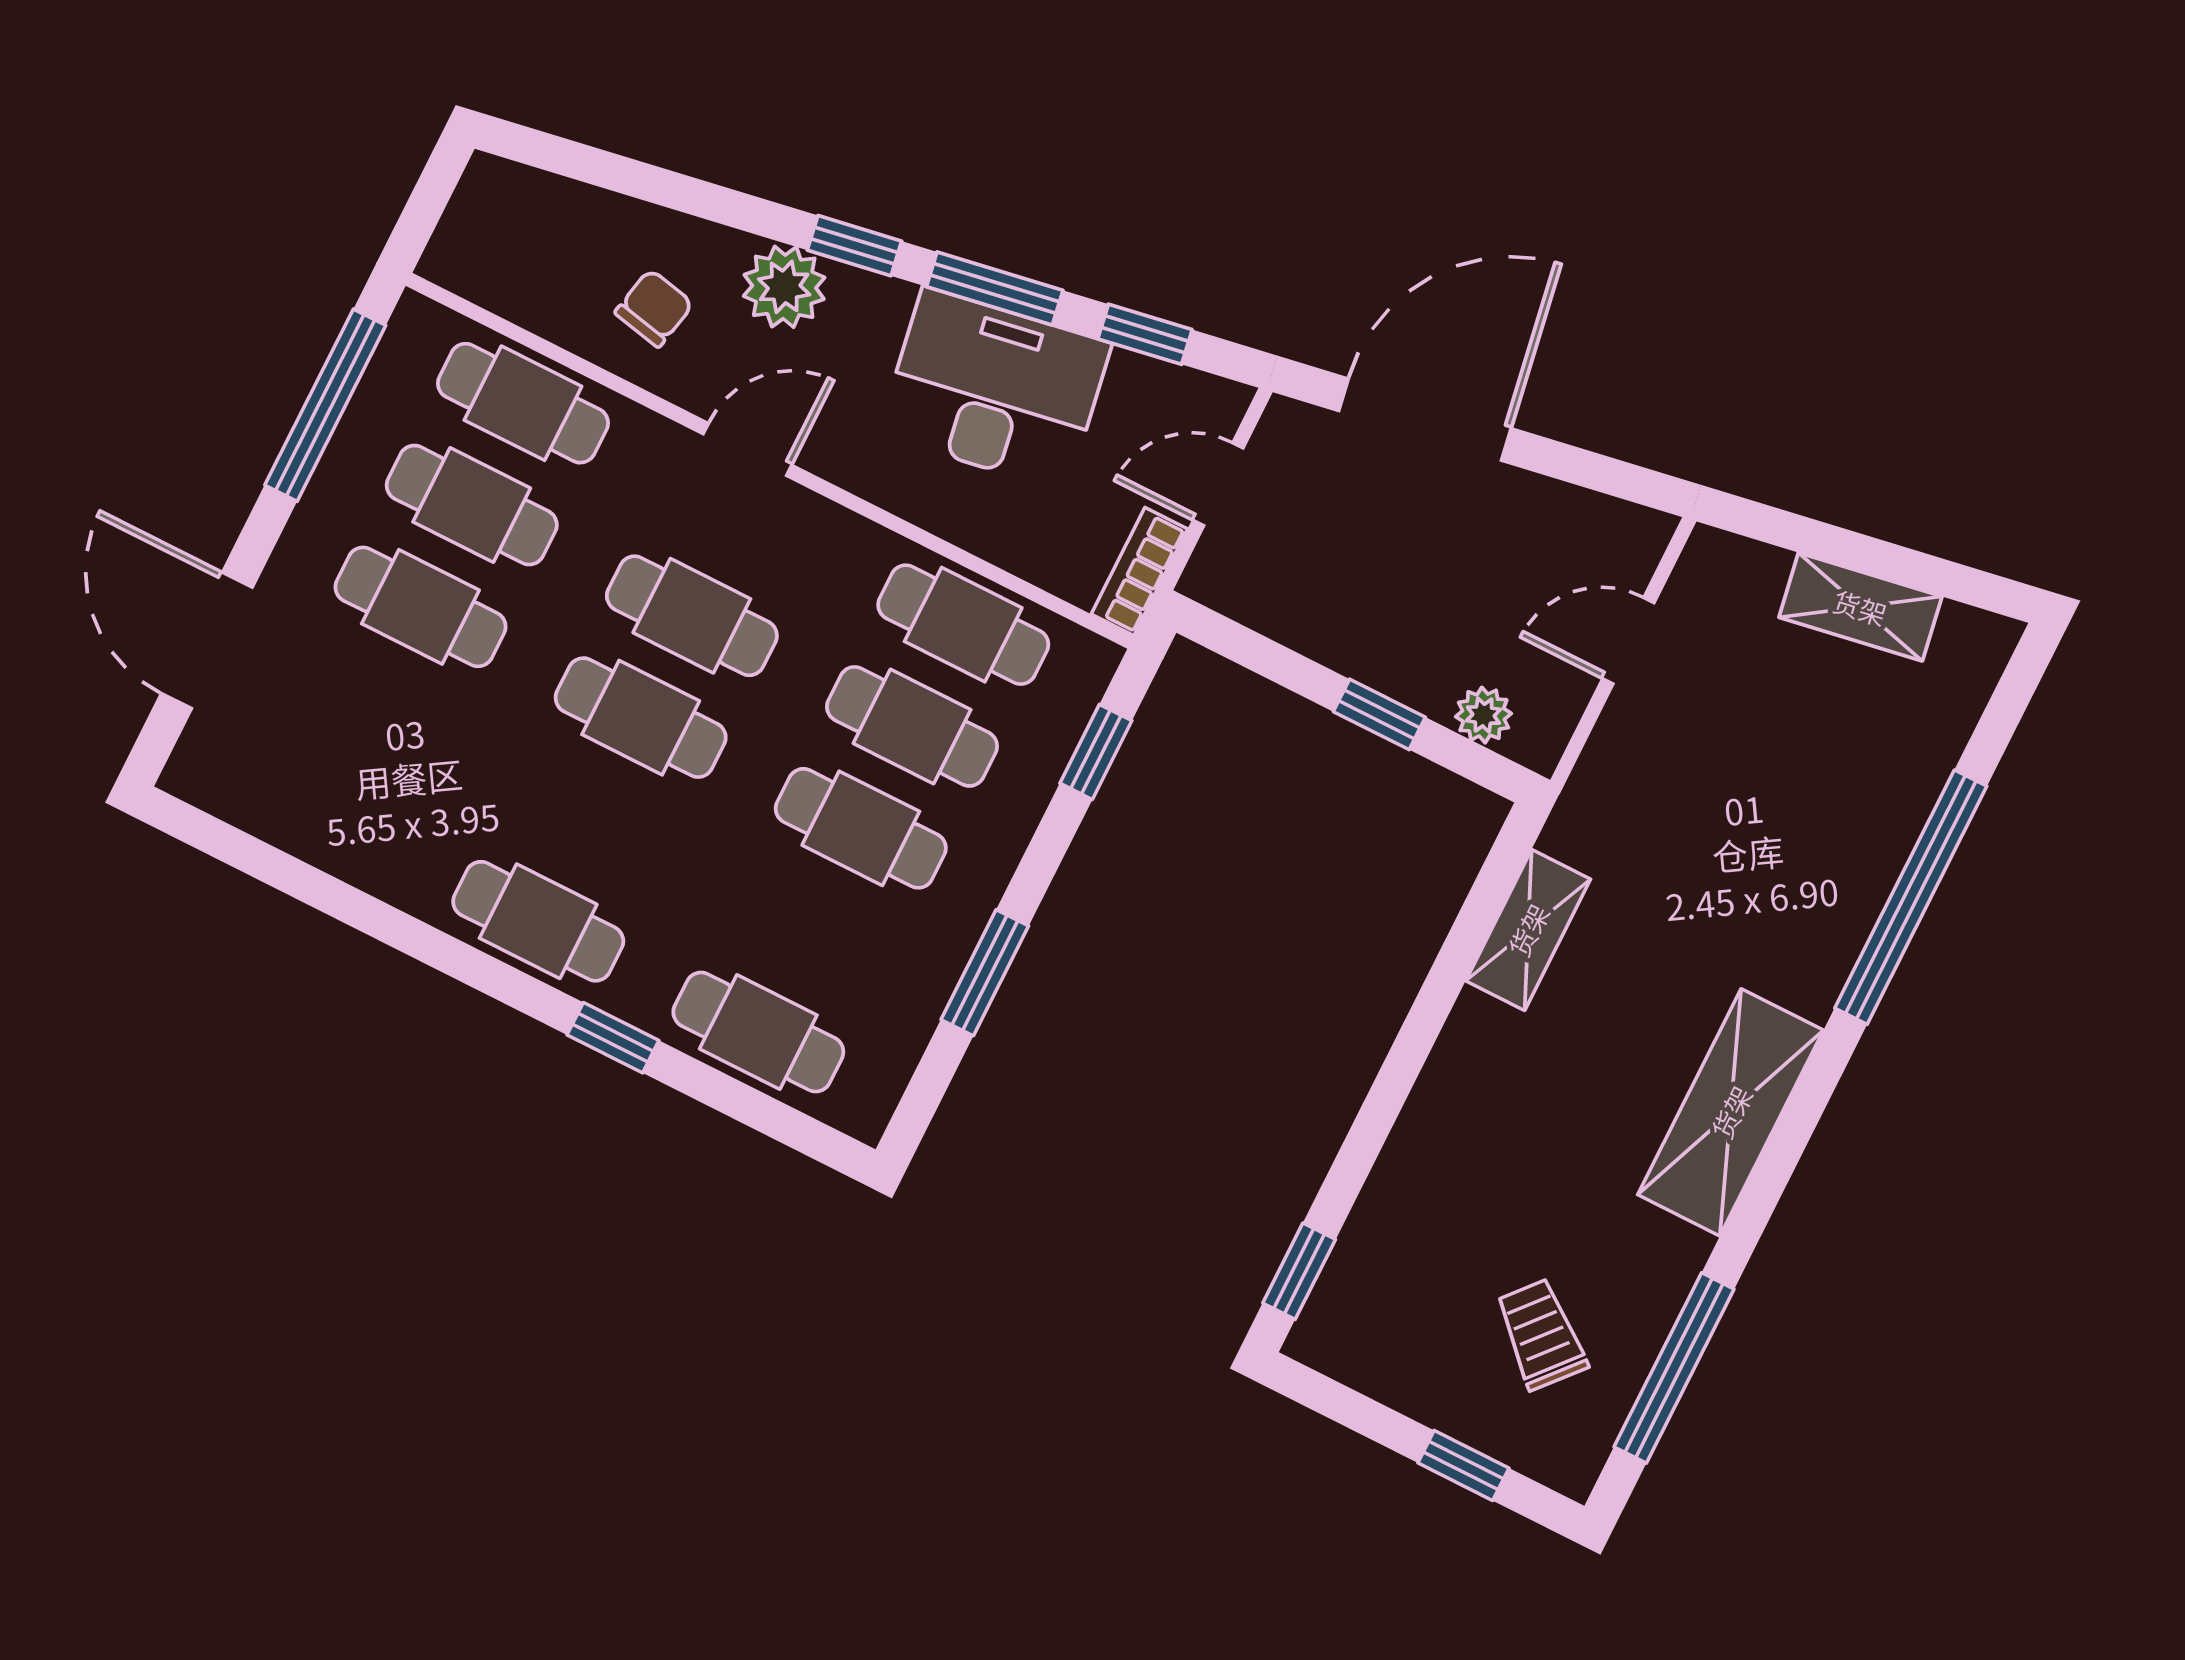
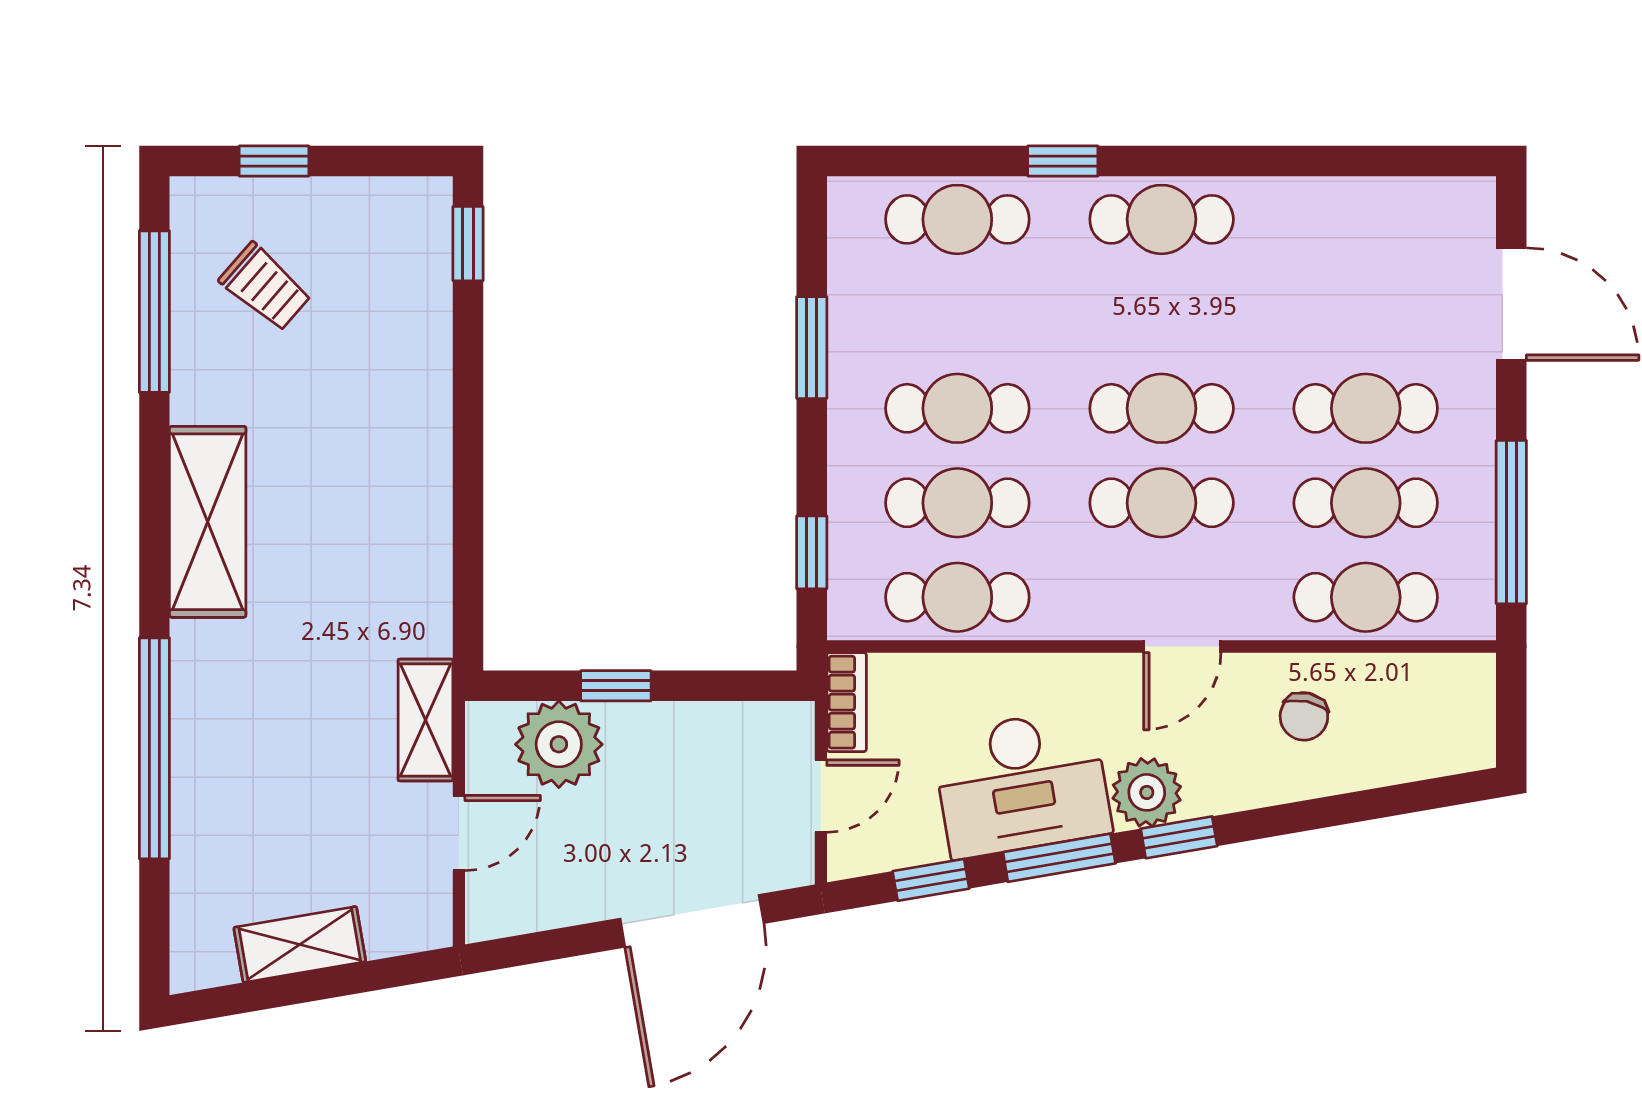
plant: (784, 287) -> (1147, 792), moved
plant: (1483, 715) -> (559, 744), width x1.87, depth x1.87
shelving: (1528, 930) -> (425, 720), moved

